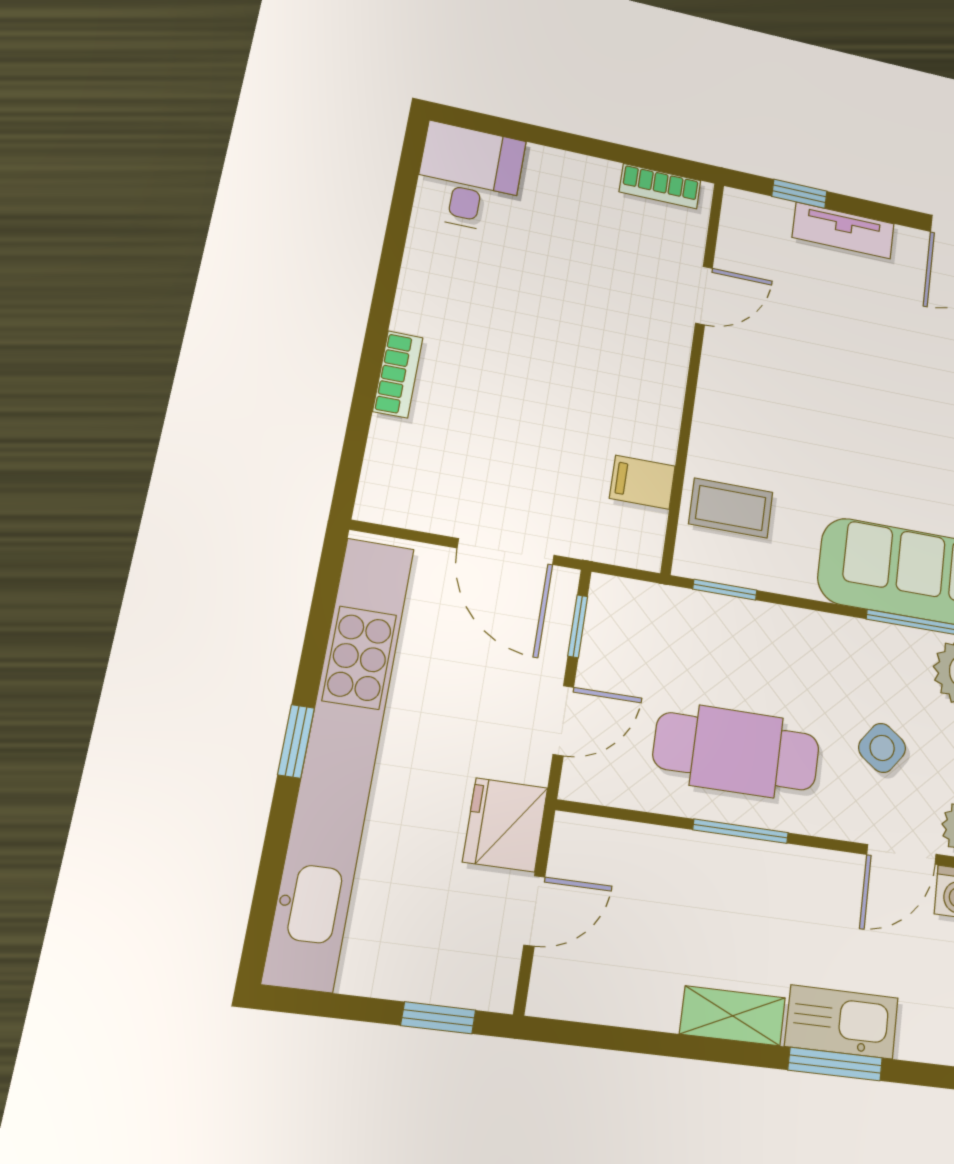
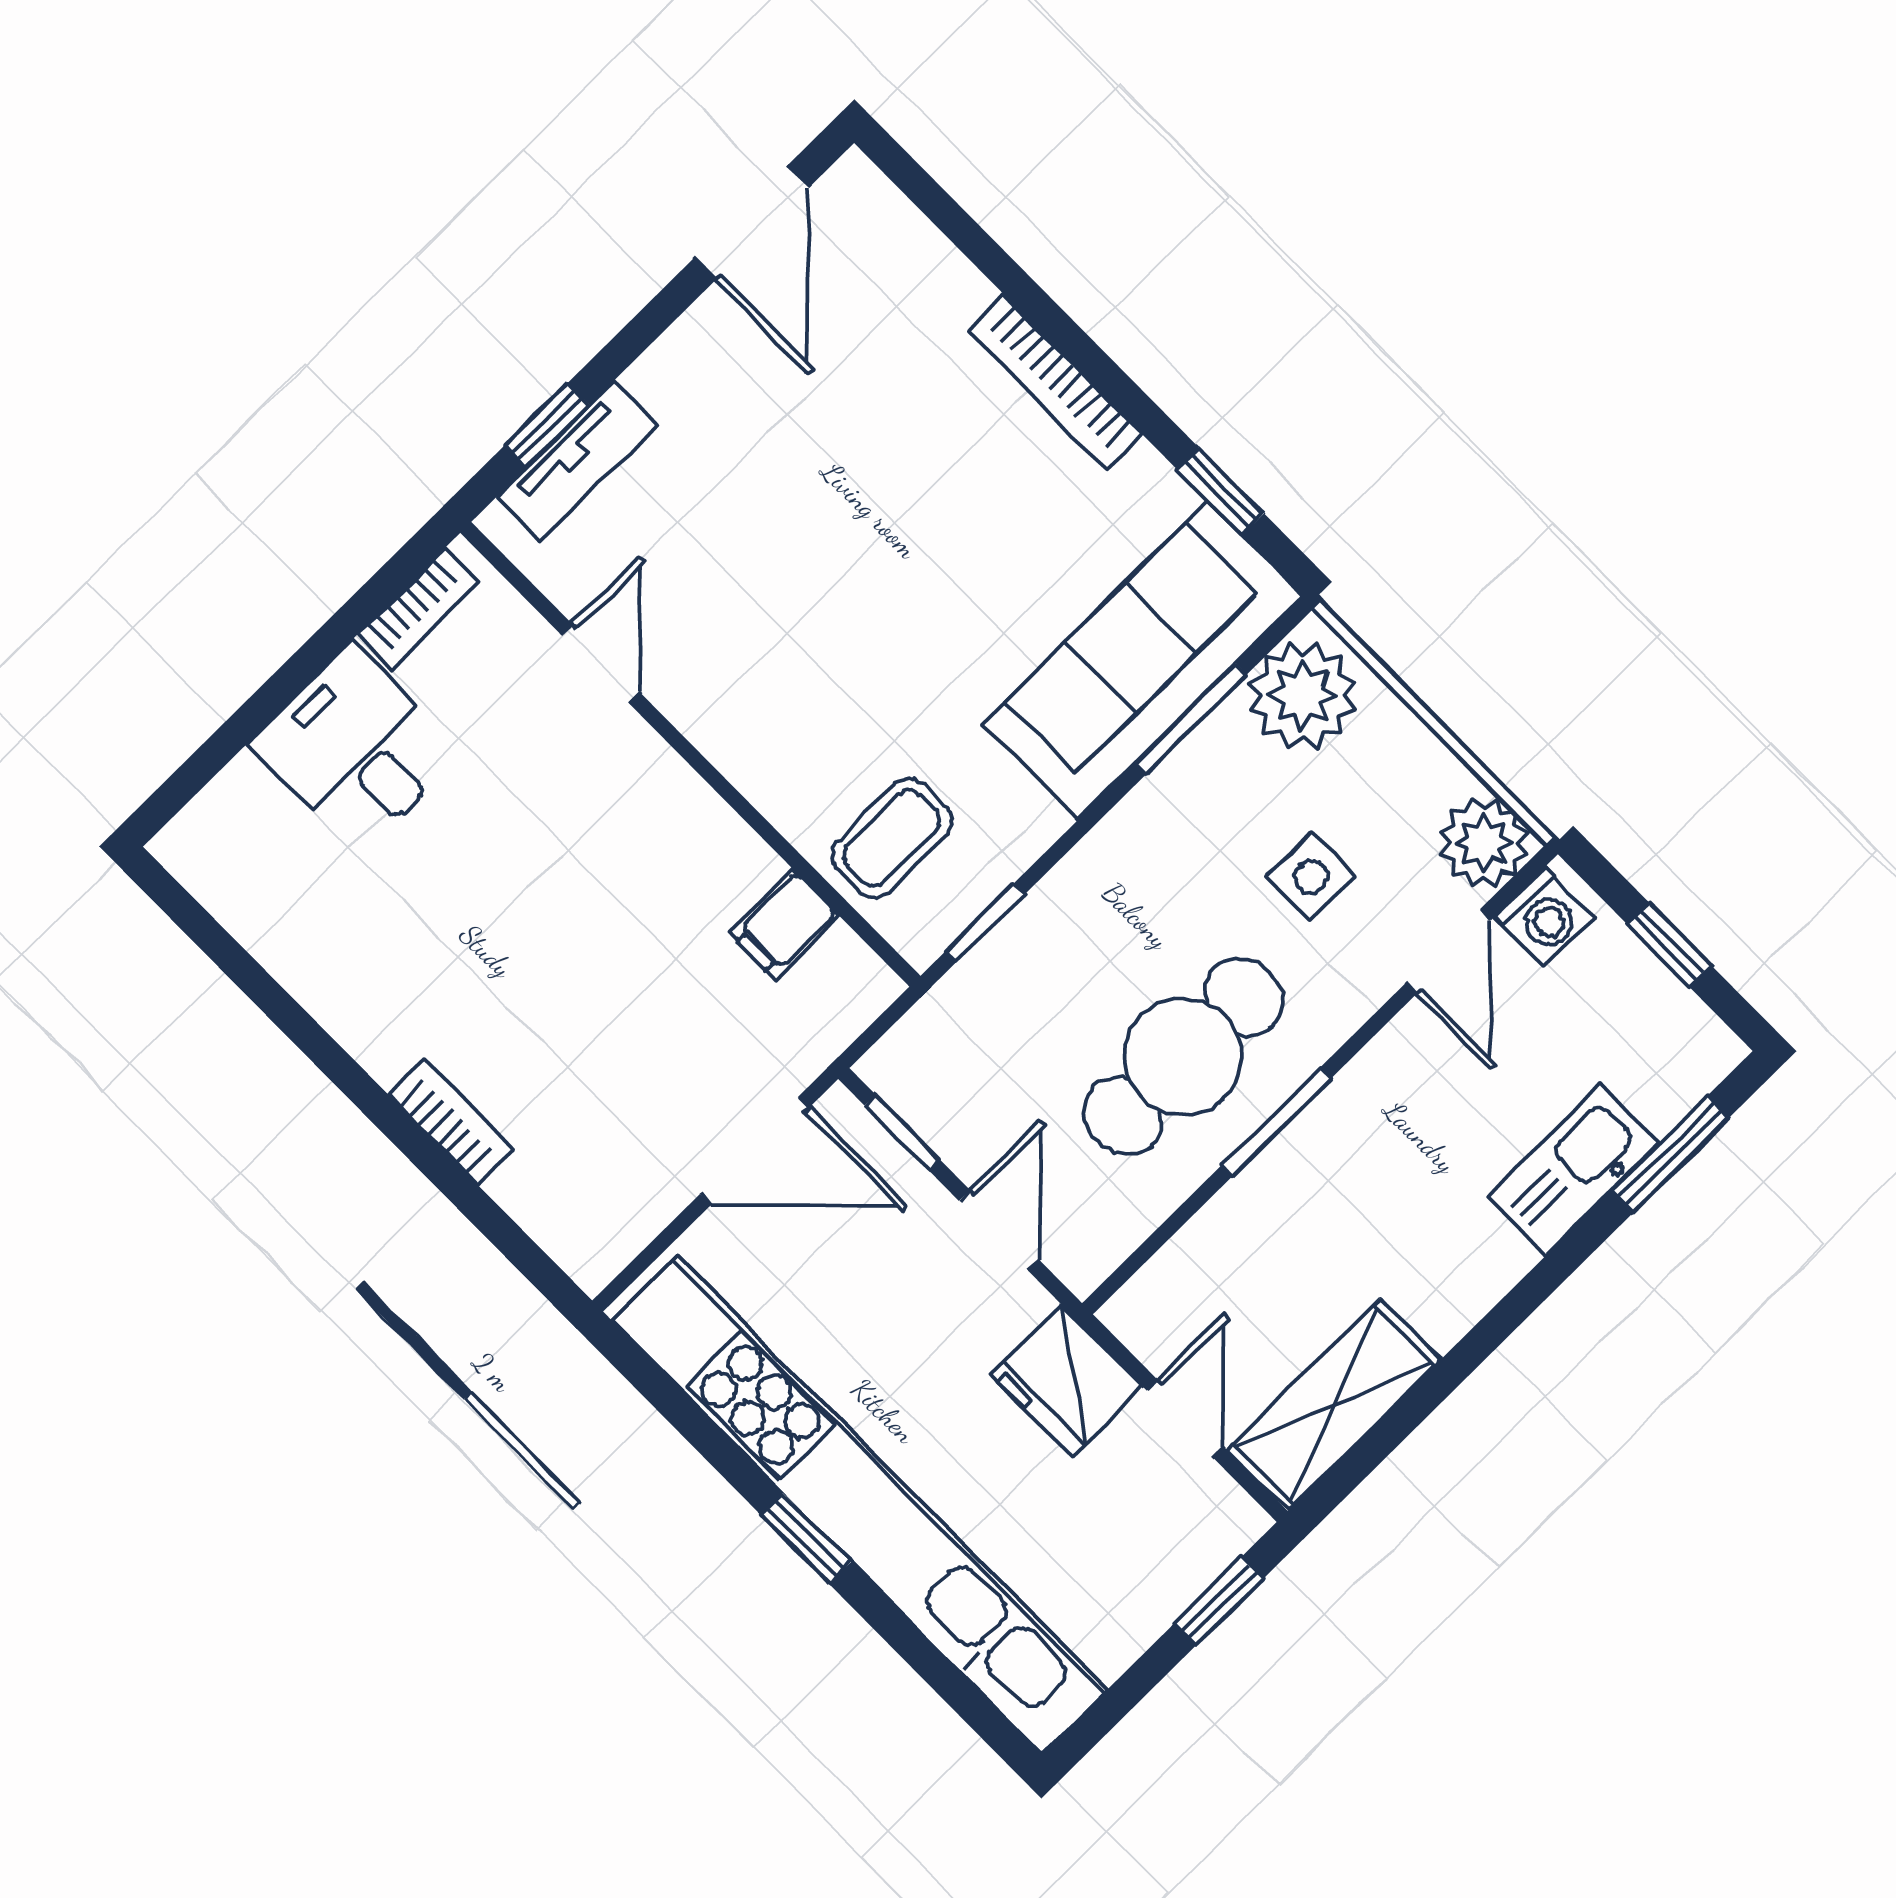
desk: (469, 178) -> (356, 749), moved
tv unit: (843, 231) -> (577, 461), moved
side table: (882, 748) -> (1311, 877), turned -36
shelving: (733, 1016) -> (1334, 1405), moved, width x1.50, depth x1.33
window: (835, 1064) -> (1670, 1155), moved

